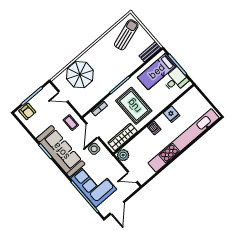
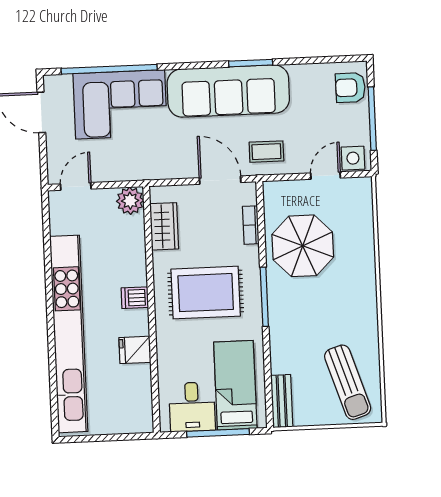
parasol: (80, 75) -> (303, 246), moved
wardrobe: (123, 137) -> (164, 226), width x0.67
side table: (94, 149) -> (353, 158), moved

